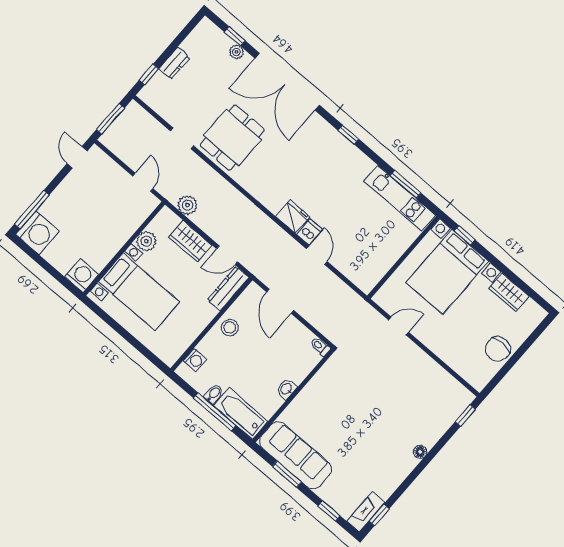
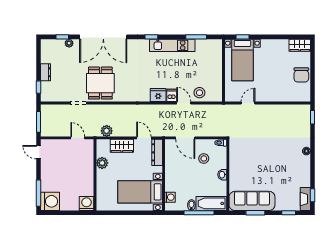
kitchen unit: (400, 198) -> (172, 45), moved
door: (227, 255) -> (144, 138), swing flipped
stool: (348, 259) -> (199, 93), added
bed with nightstands: (447, 272) -> (242, 60), width x0.73
bed with nightstands: (139, 292) -> (140, 192), moved, turned 180
wardrobe: (509, 292) -> (300, 45), moved
stool: (230, 328) -> (204, 158), moved

